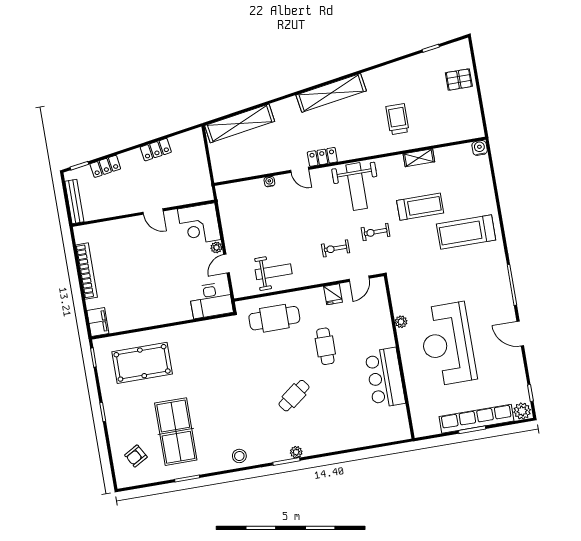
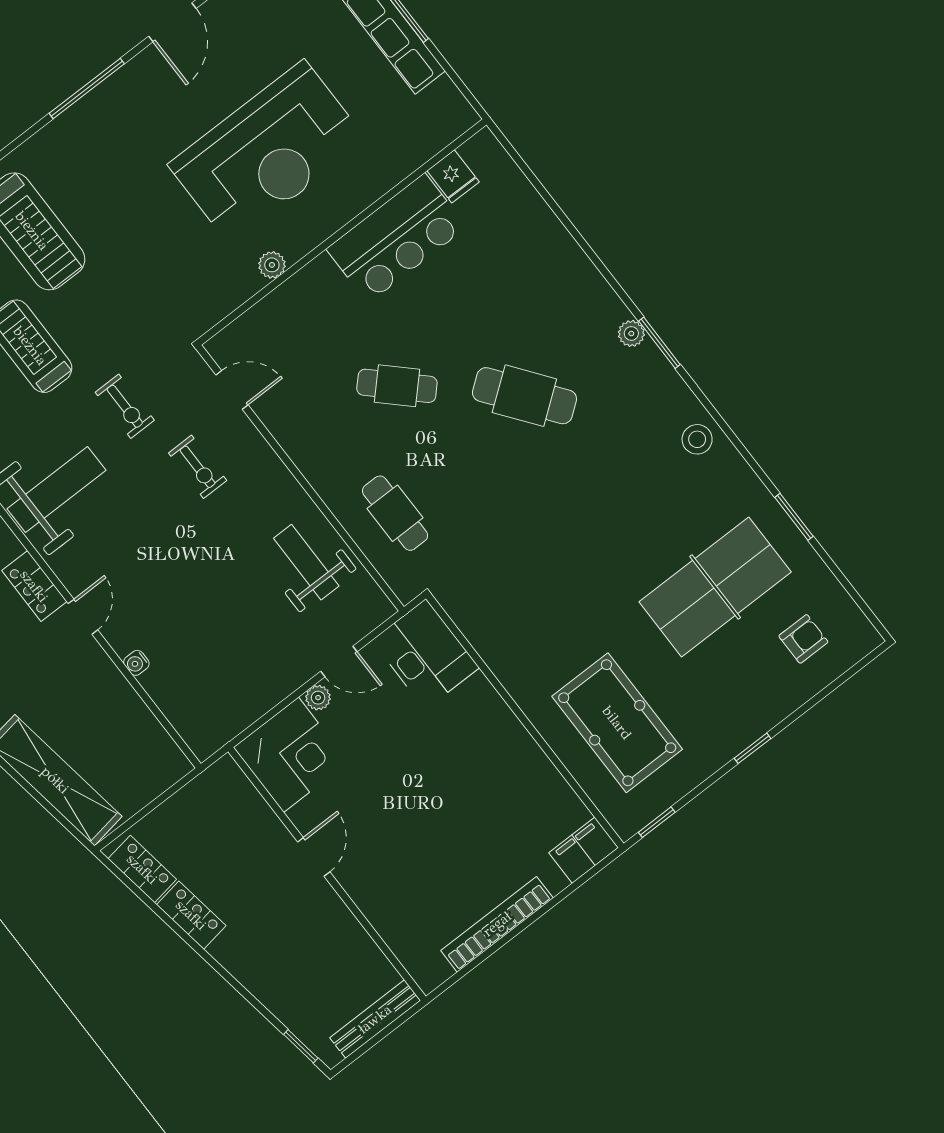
locker: (105, 166) -> (142, 869), moved
fridge: (333, 294) -> (453, 176), moved, turned 90
cafe table: (274, 318) -> (395, 513), width x0.73, depth x0.74
cafe table: (325, 346) -> (397, 386), turned 44
cafe table: (294, 396) -> (524, 396), width x1.37, depth x1.35
armchair: (136, 456) -> (803, 639), turned -60

